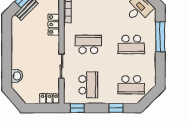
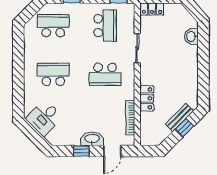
window: (160, 37) -> (18, 84), removed
school desk: (88, 85) -> (105, 26), turned 180

